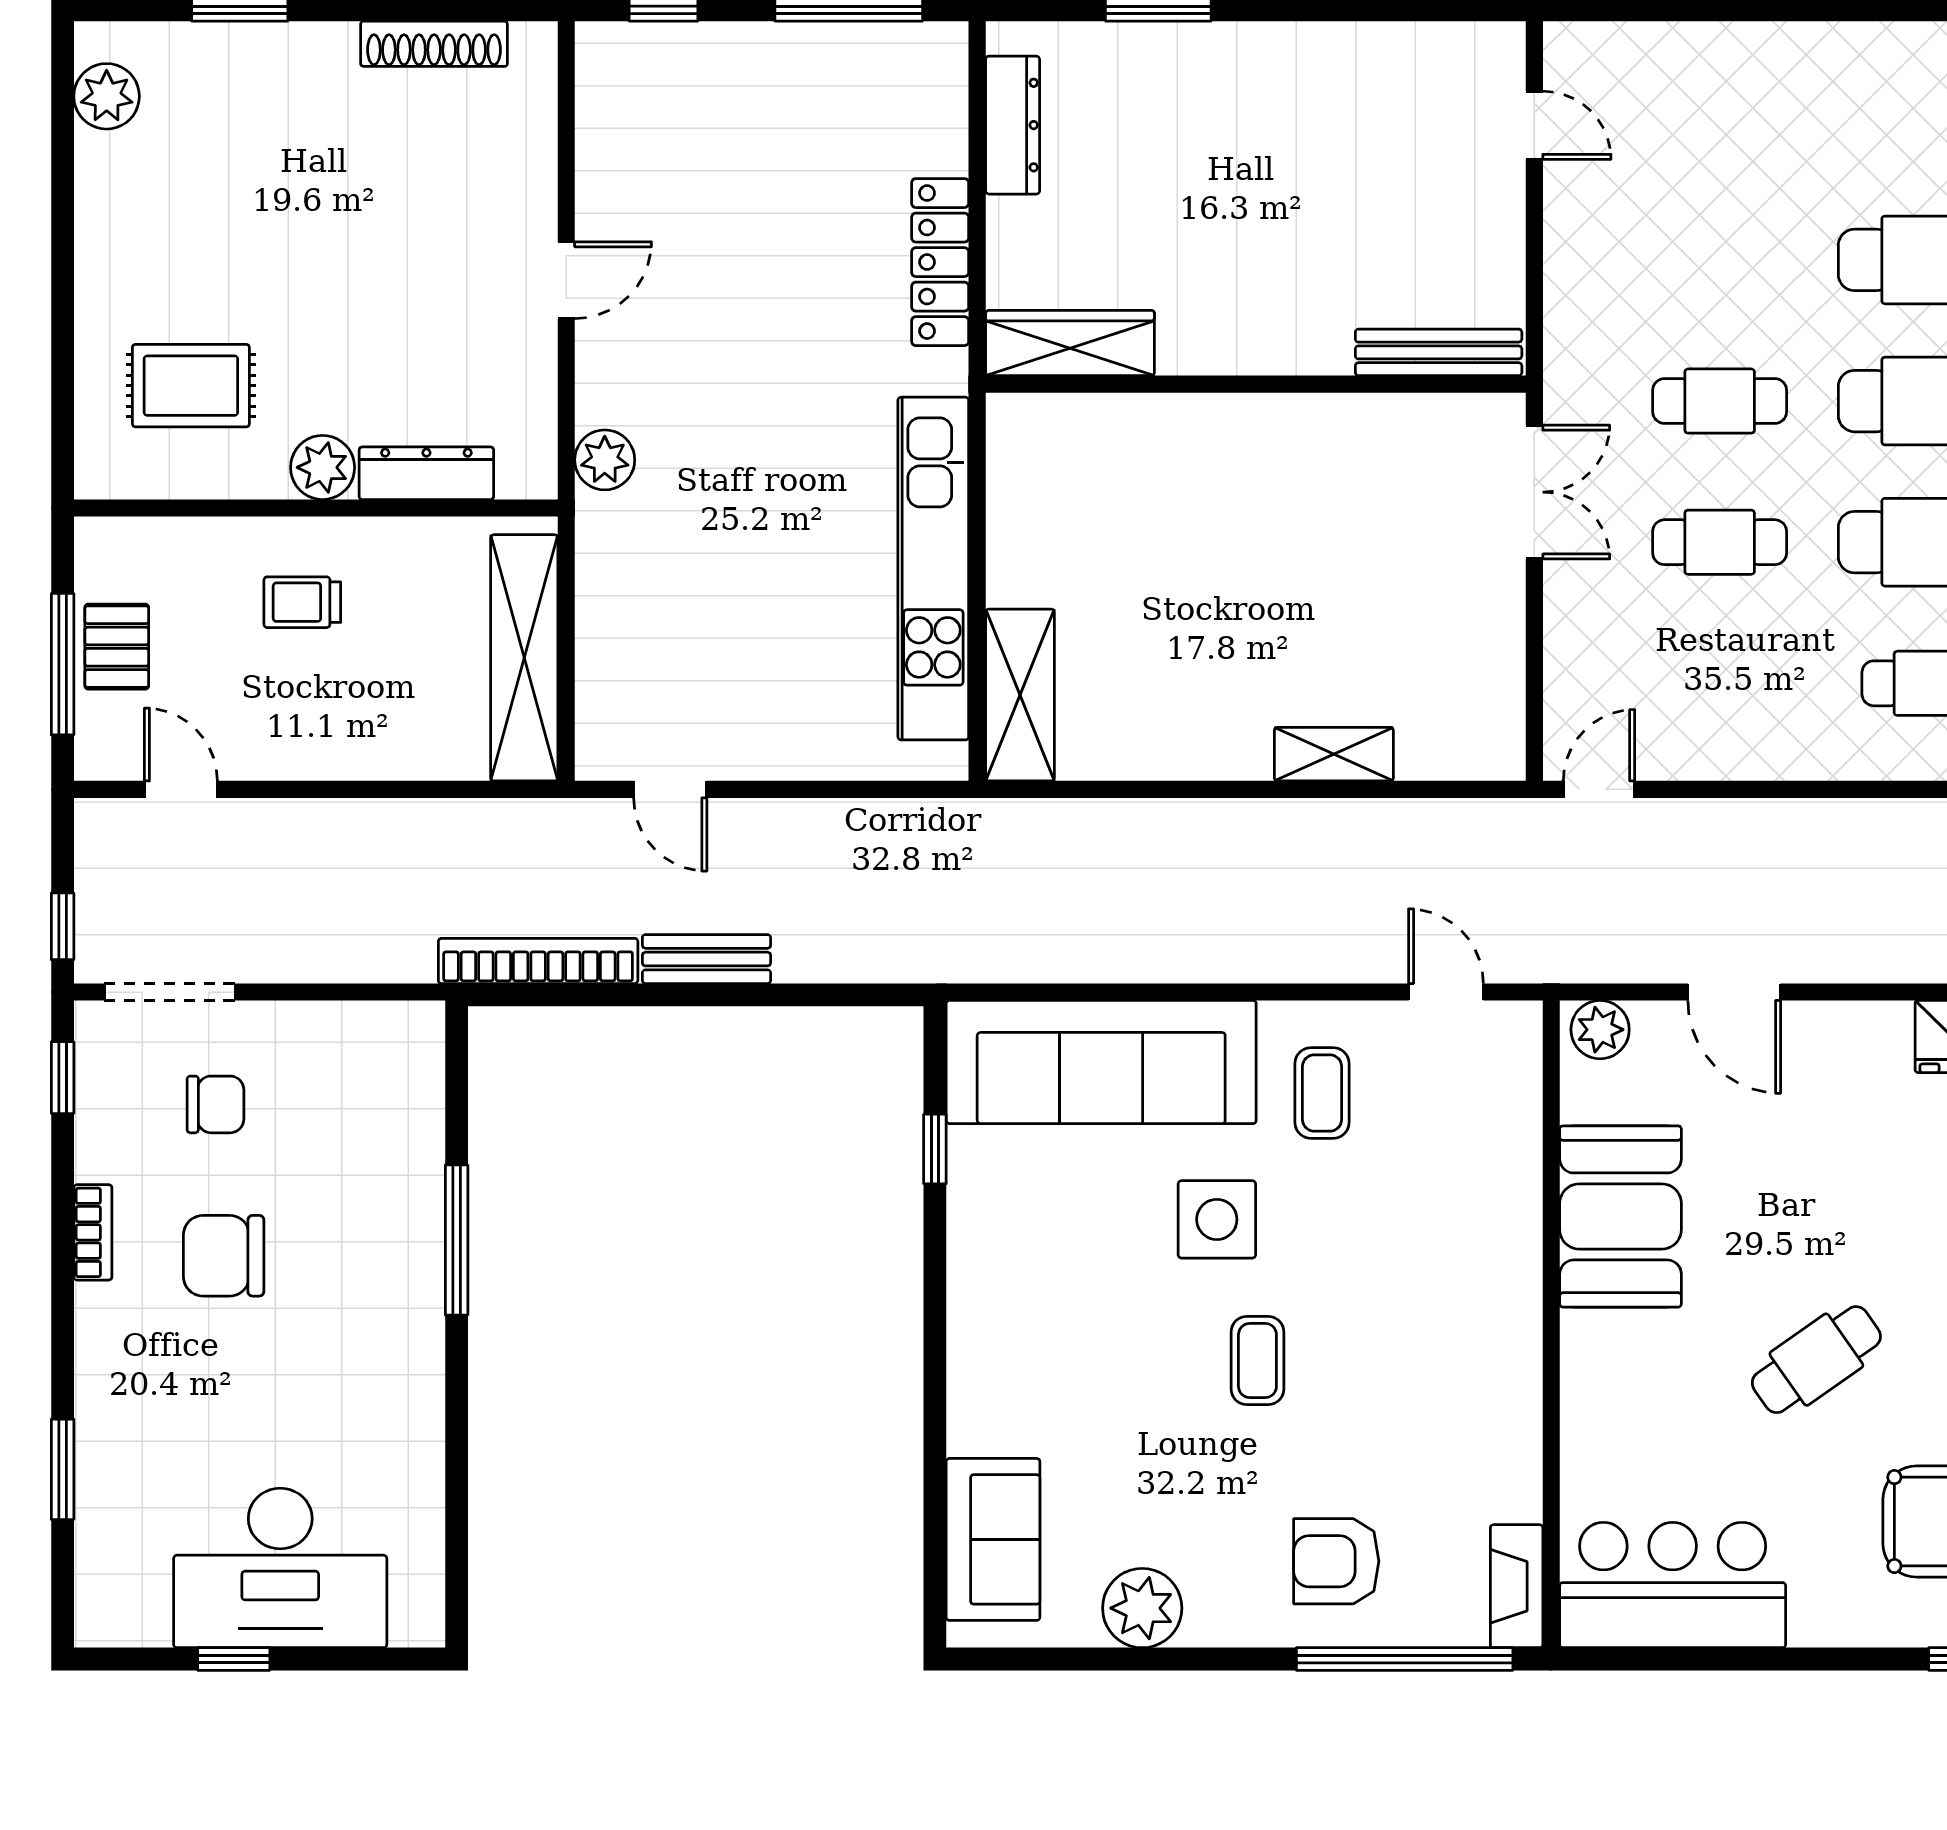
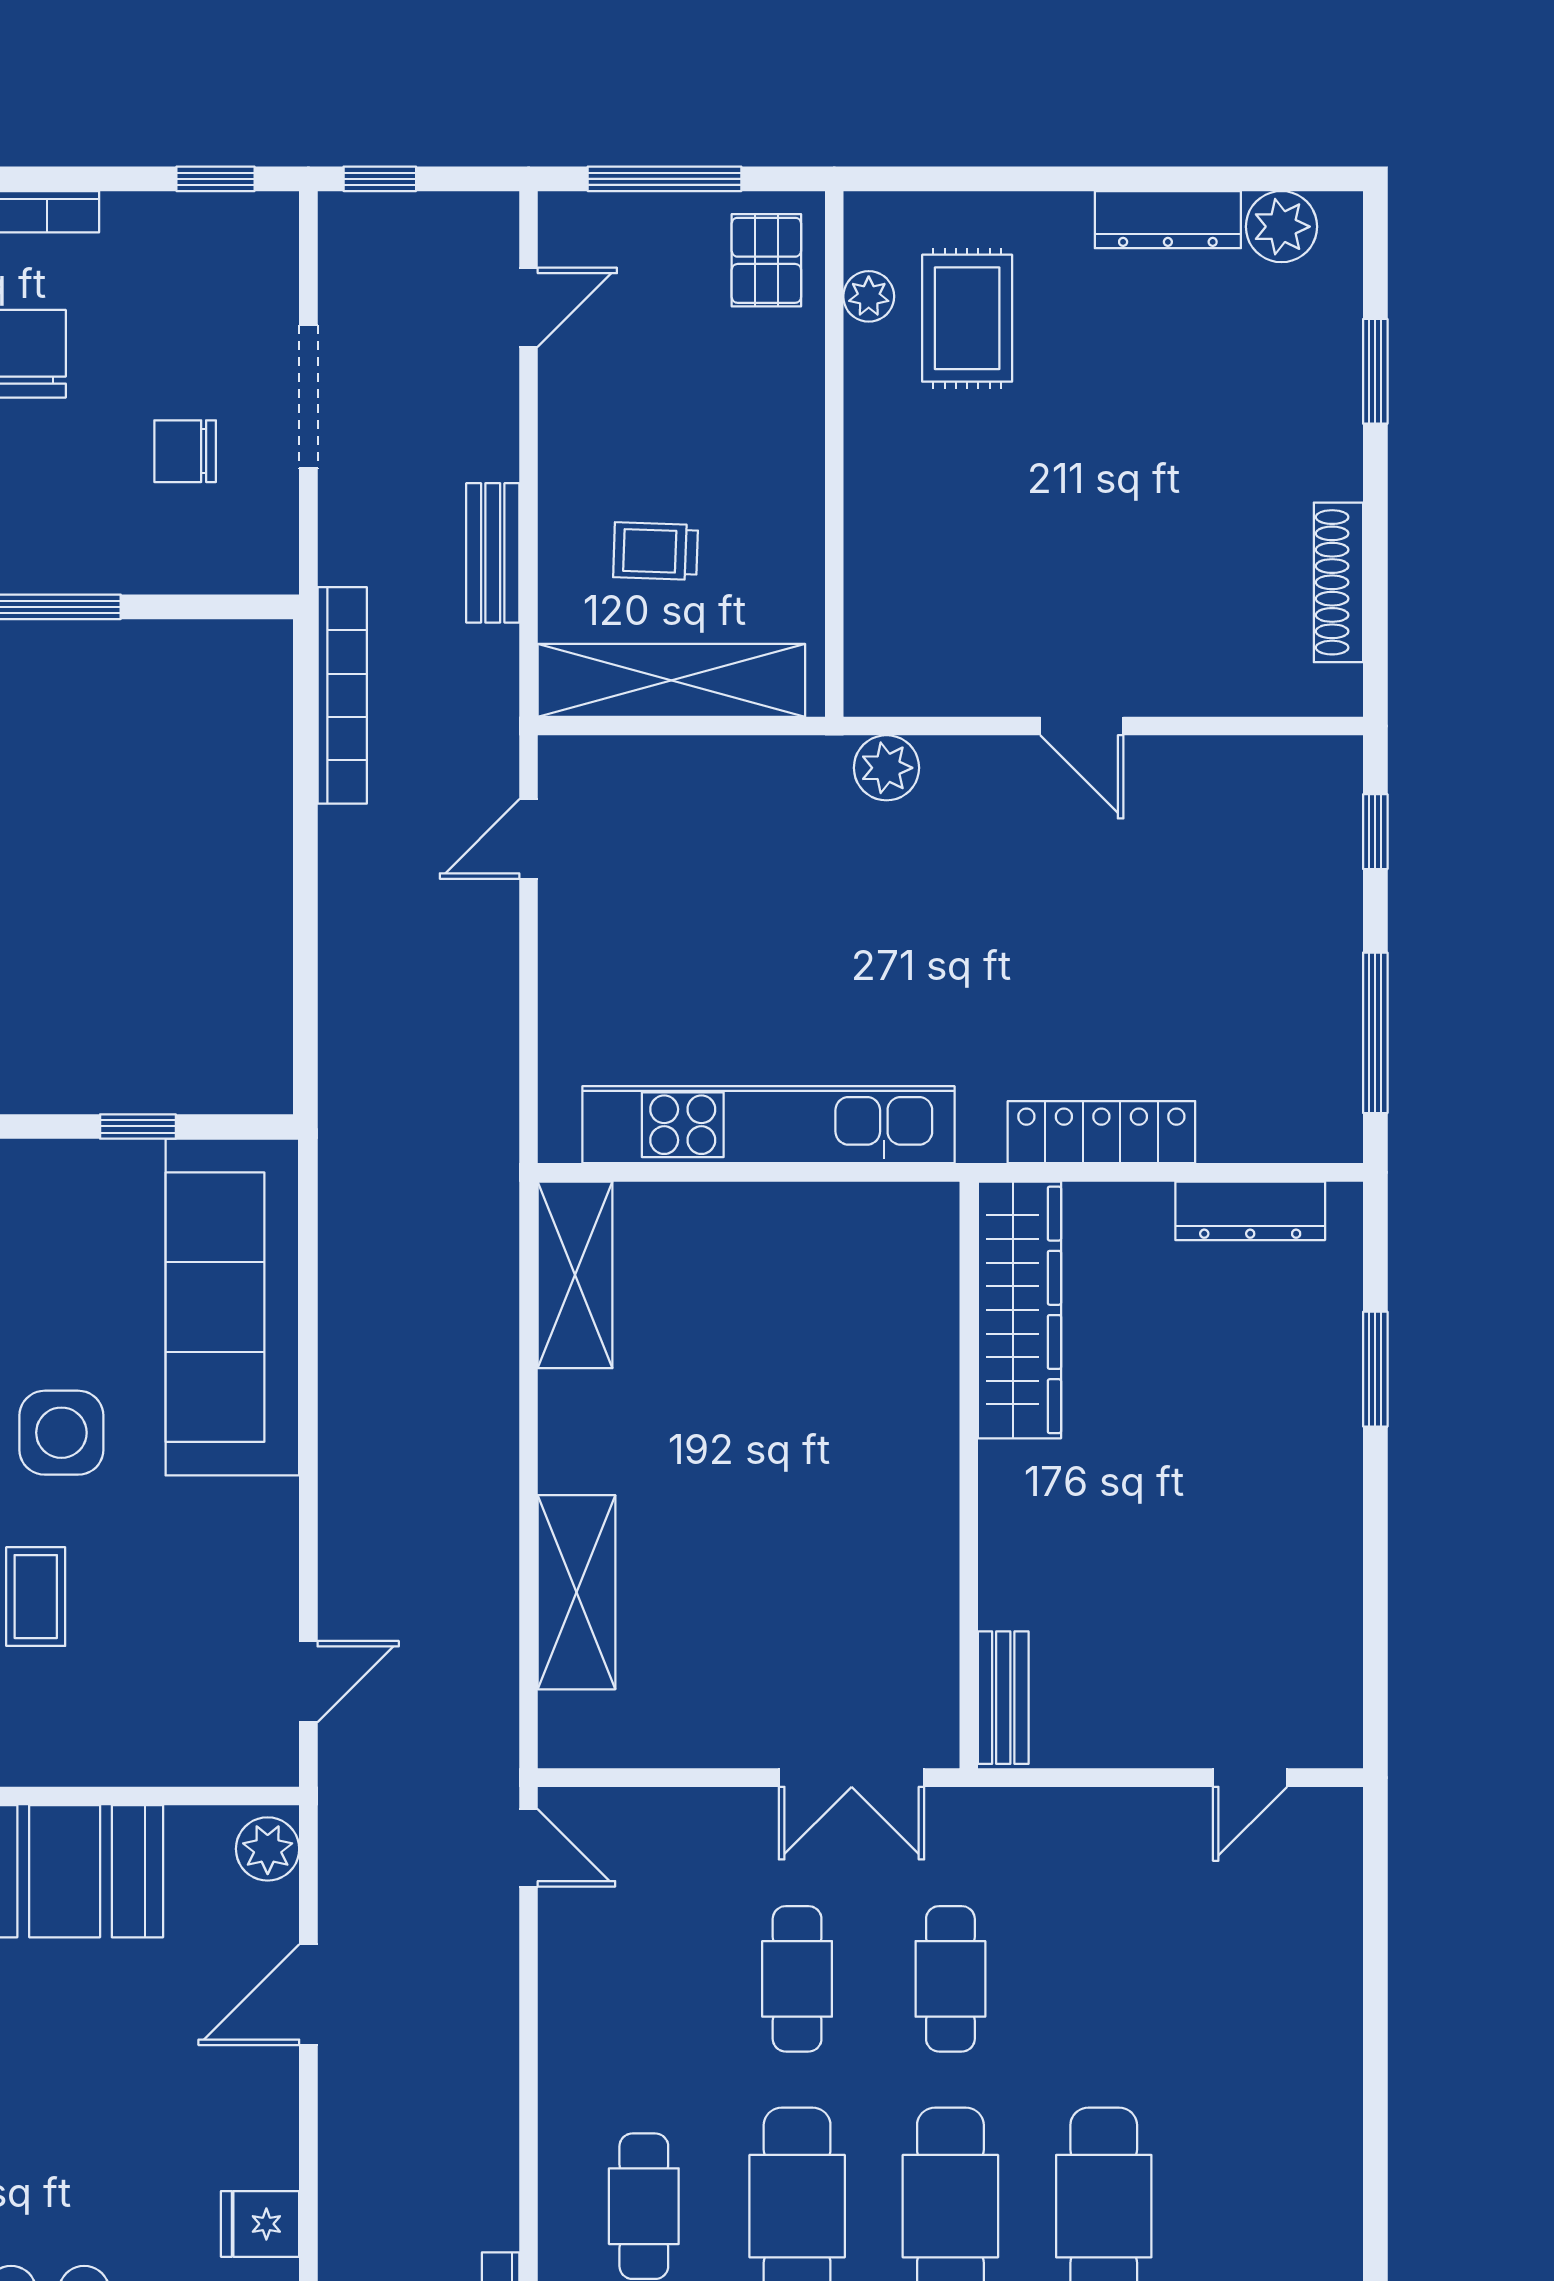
wardrobe: (1070, 343) -> (1019, 1310), width x1.40, depth x1.17
bench: (1439, 352) -> (1003, 1698), width x0.73
plant: (323, 467) -> (869, 296), moved, width x0.73, depth x0.73
dresser: (426, 473) -> (1168, 220), moved, turned 90
trolley: (302, 602) -> (656, 551), moved, turned -88
pallet: (117, 647) -> (766, 260), moved, turned 90
shelving: (1020, 695) -> (575, 1275), moved, turned 90
shelving: (1334, 754) -> (577, 1592), width x1.50, depth x1.33
bench: (706, 959) -> (493, 553), moved
doorway: (170, 992) -> (308, 397), moved
coffee table: (1322, 1093) -> (36, 1597), moved, turned 90
chair: (215, 1104) -> (185, 451), moved, turned 90

